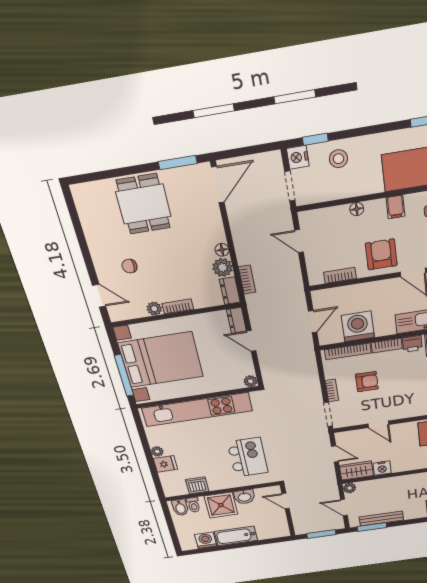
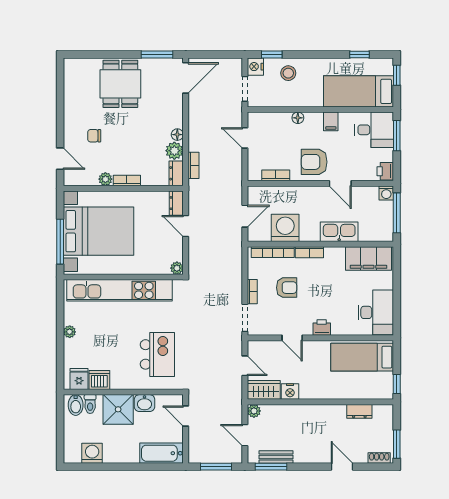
armchair: (381, 254) -> (314, 162), turned -90
printer: (412, 344) -> (322, 327), moved, turned 180
fridge: (165, 464) -> (79, 379), moved, turned -90
bench: (381, 519) -> (276, 457), width x0.73
bathtub: (236, 536) -> (162, 453), moved

